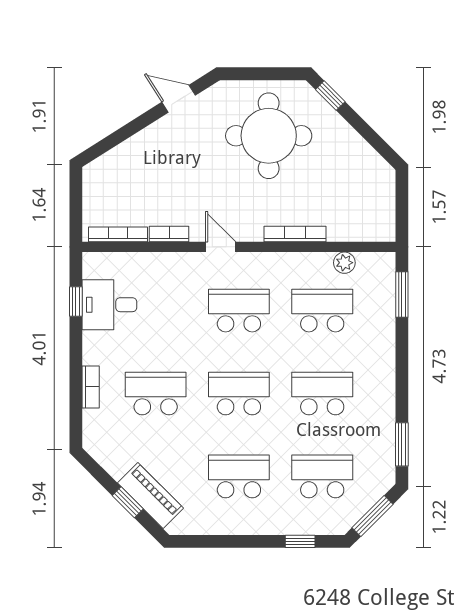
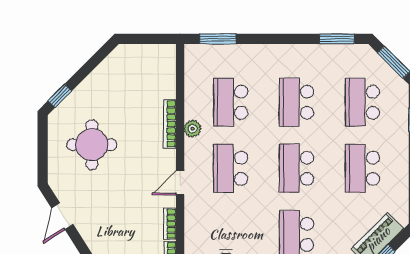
round table: (269, 136) -> (92, 145), width x0.73, depth x0.73
plant: (344, 263) -> (193, 129), moved

